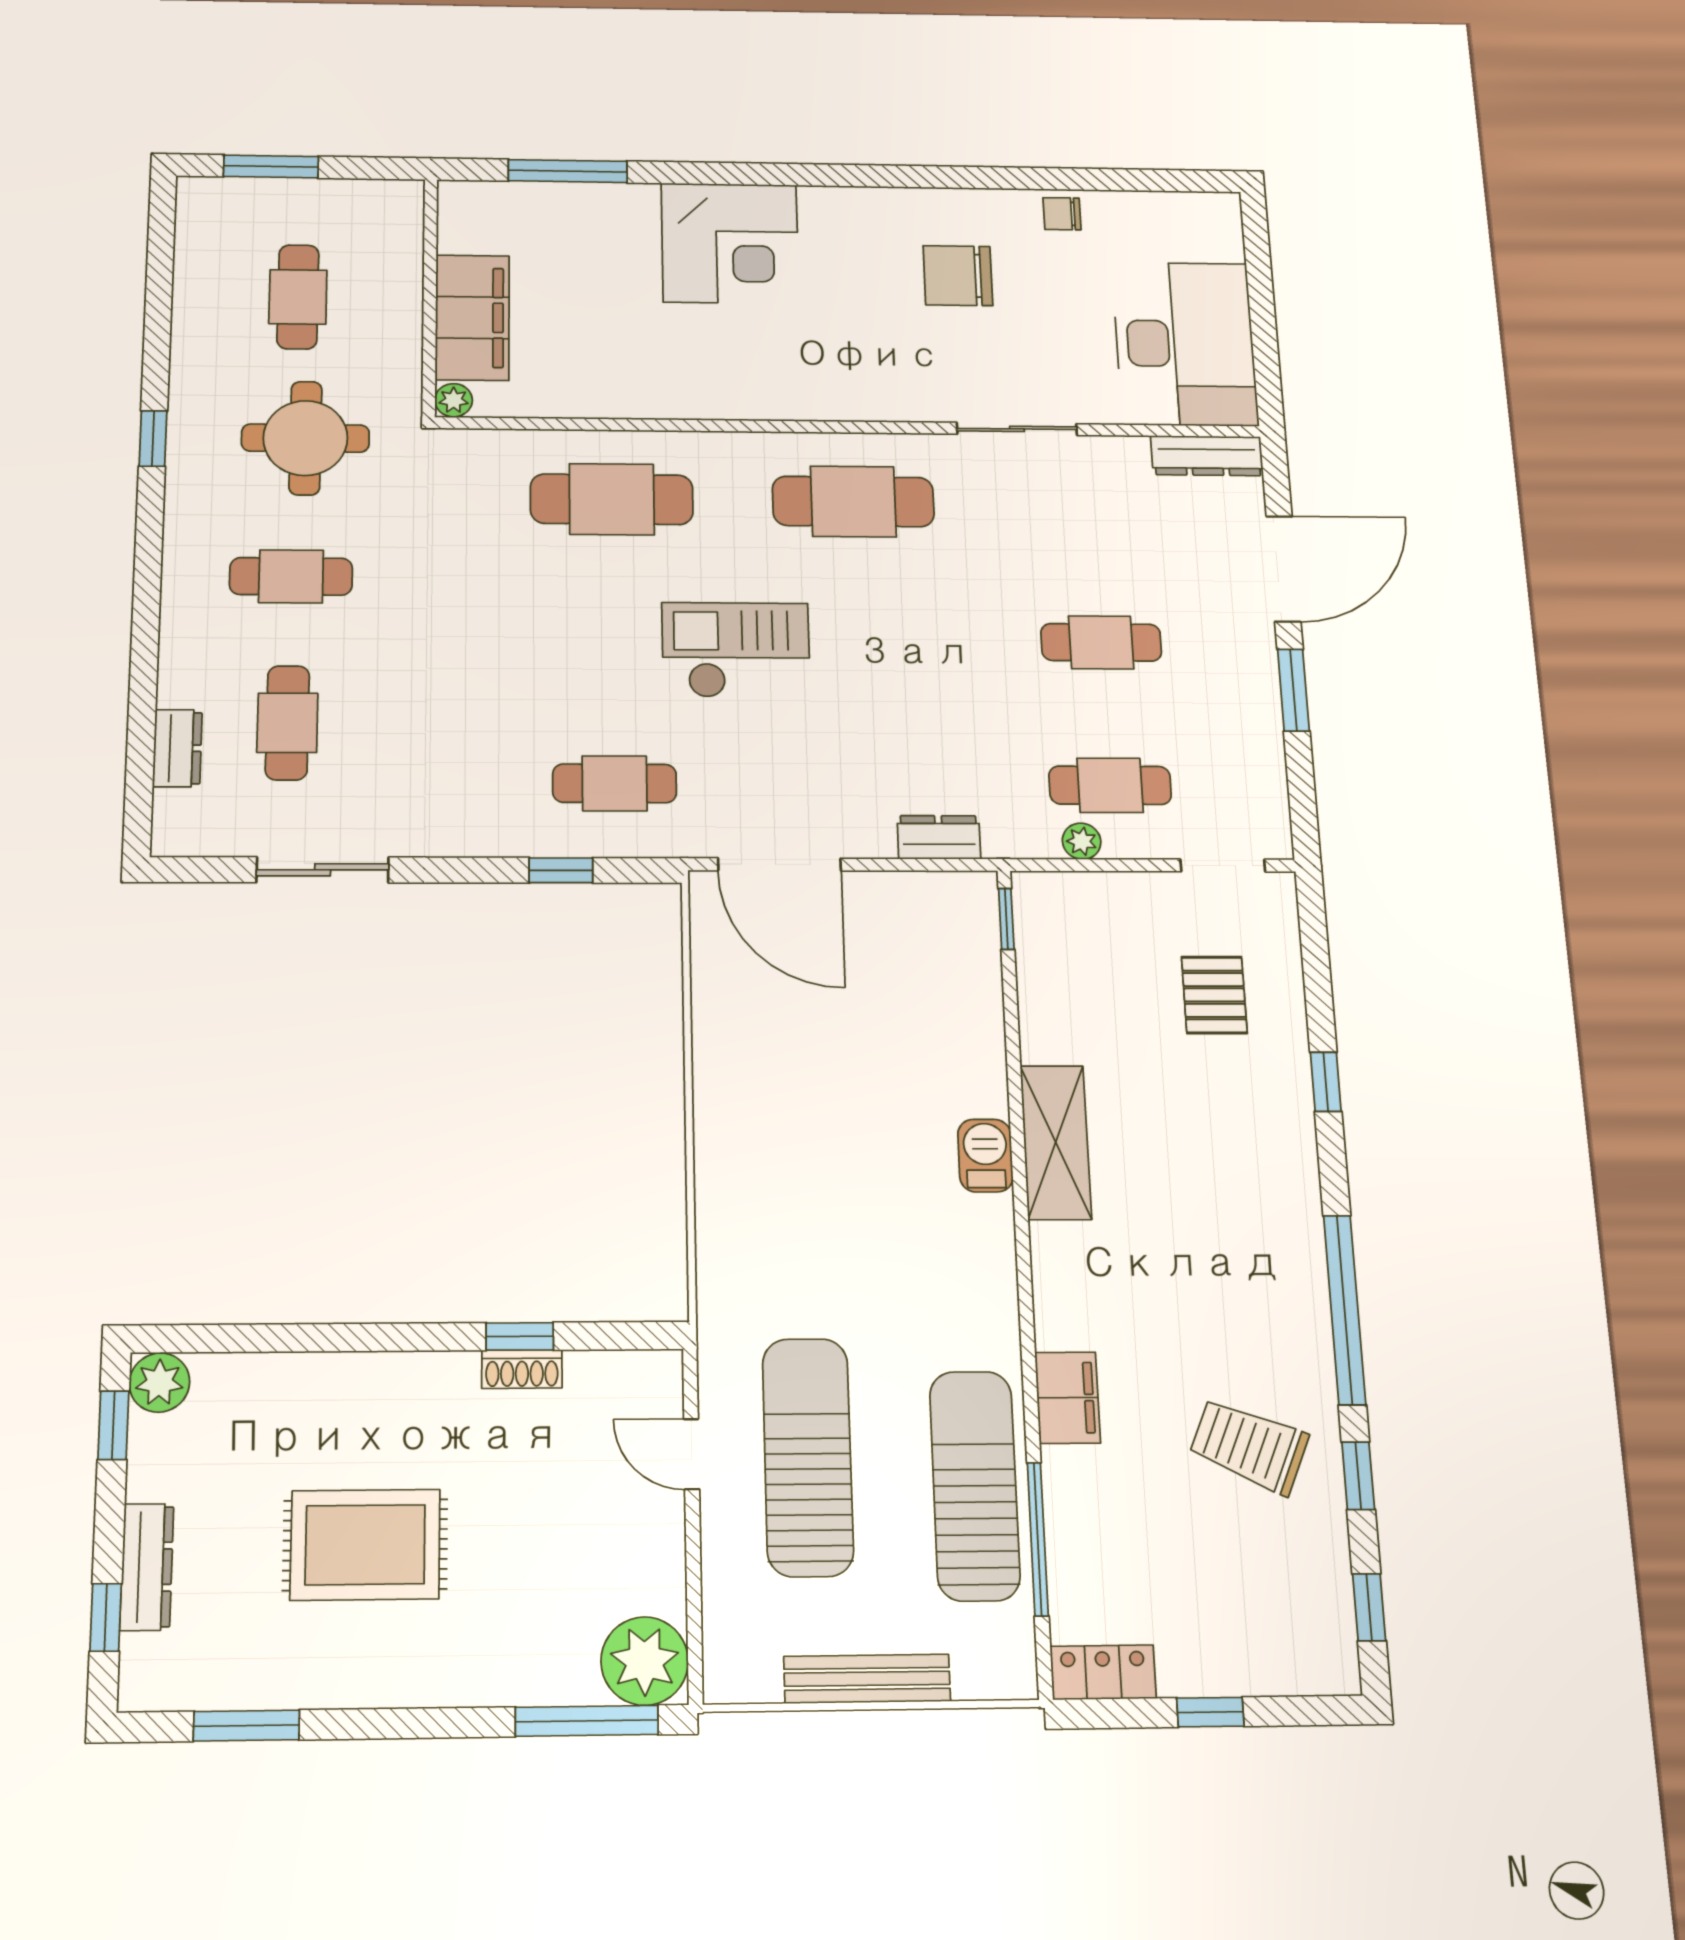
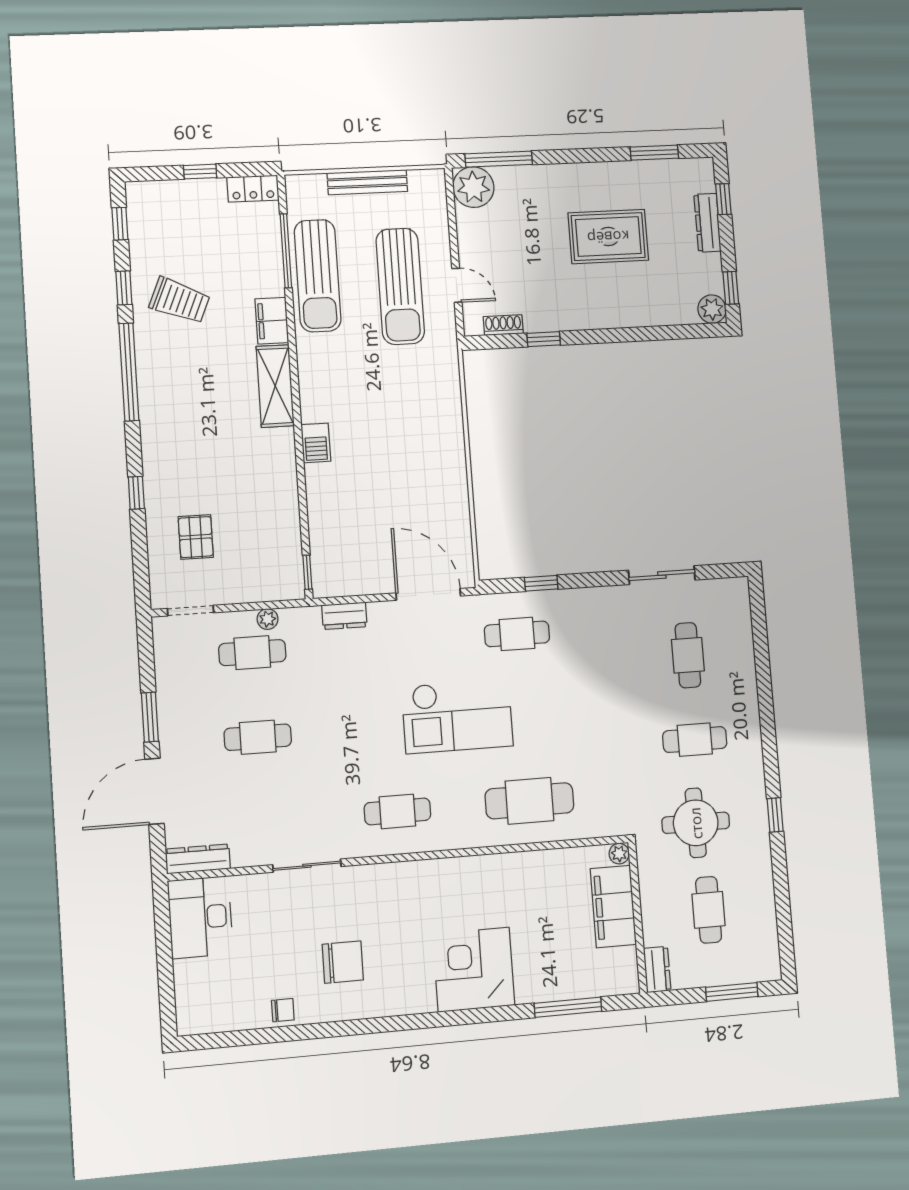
desk: (1185, 344) -> (200, 917), width x0.73, depth x0.77
cafe table: (853, 502) -> (397, 811), width x0.73, depth x0.74
checkout: (736, 650) -> (457, 716), width x1.36, depth x1.21
dresser: (177, 748) -> (657, 970), moved, turned 180
shelving: (1056, 1142) -> (275, 386), moved
shoe rack: (522, 1369) -> (503, 325), moved

